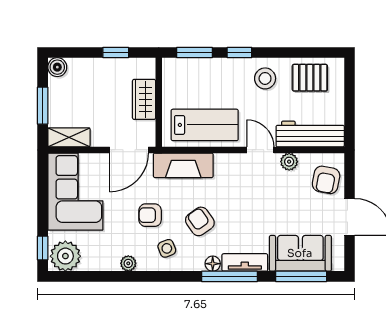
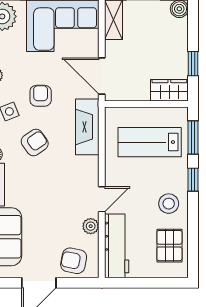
wardrobe: (144, 99) -> (169, 90), moved
lab bench: (205, 125) -> (150, 142), moved, turned 90

